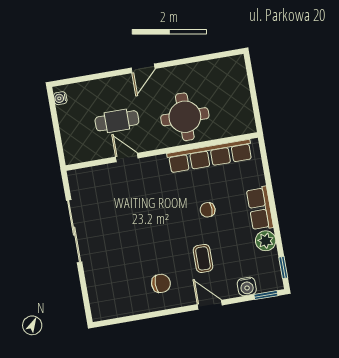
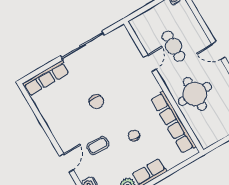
chair: (161, 283) -> (96, 102), moved
row of seats: (97, 291) -> (46, 78), added

